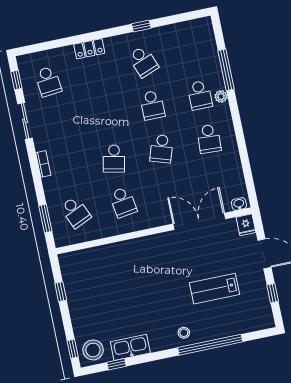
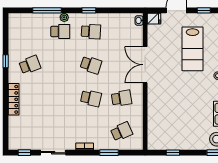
locker: (89, 49) -> (14, 99), width x1.53
school desk: (48, 81) -> (30, 132), removed
school desk: (152, 105) -> (60, 65), removed
window: (238, 130) -> (89, 10), added
window: (45, 218) -> (109, 153), moved
double door: (199, 221) -> (145, 65), moved
lab bench: (214, 289) -> (192, 49), width x1.36, depth x1.39

